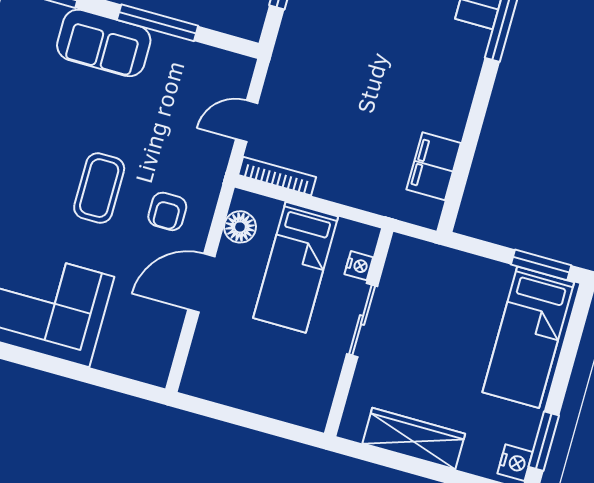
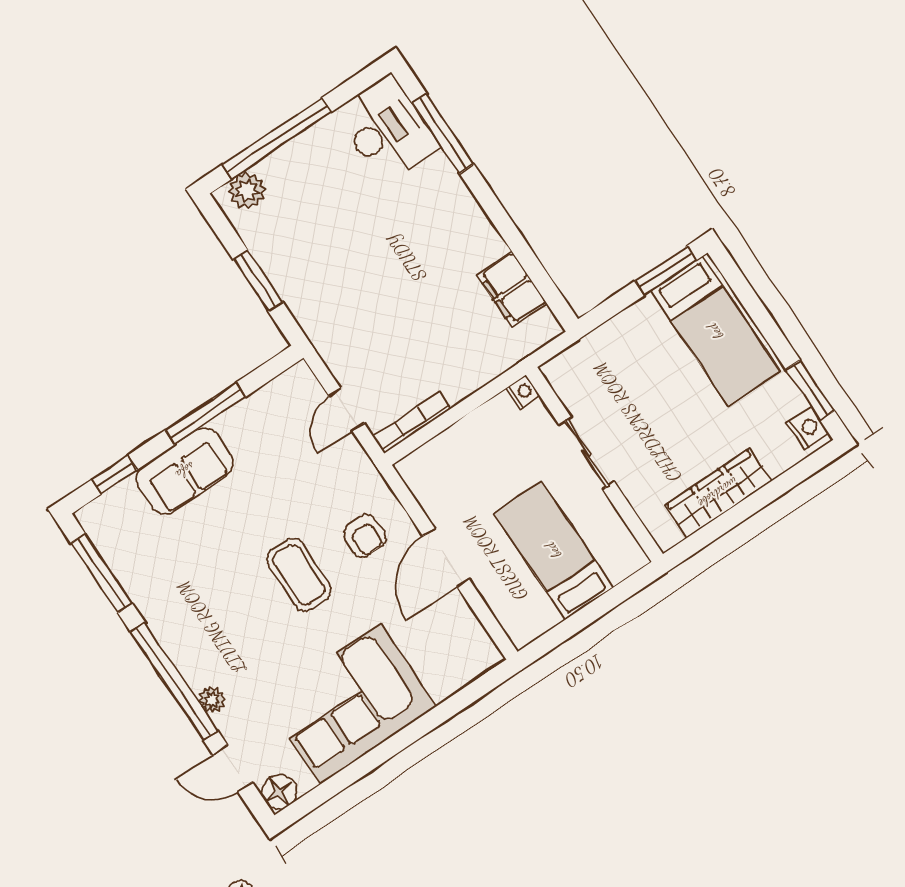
floor lamp: (240, 227) -> (427, 488), removed
nightstand: (359, 266) -> (523, 392), moved
bed: (296, 267) -> (553, 550), moved, turned 180

